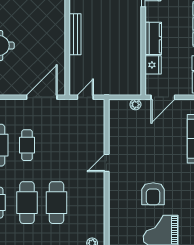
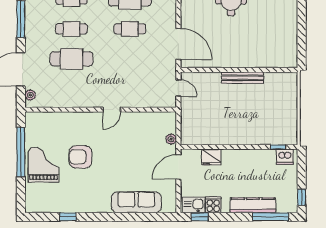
kitchen counter: (153, 38) -> (238, 157), removed
door: (163, 97) -> (178, 167), hinge flipped
door: (107, 163) -> (112, 110), swing flipped
cafe table: (27, 203) -> (71, 29), width x0.73, depth x0.74

